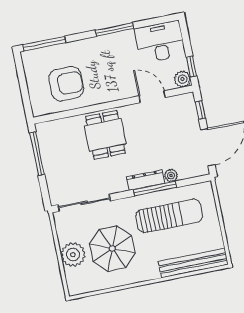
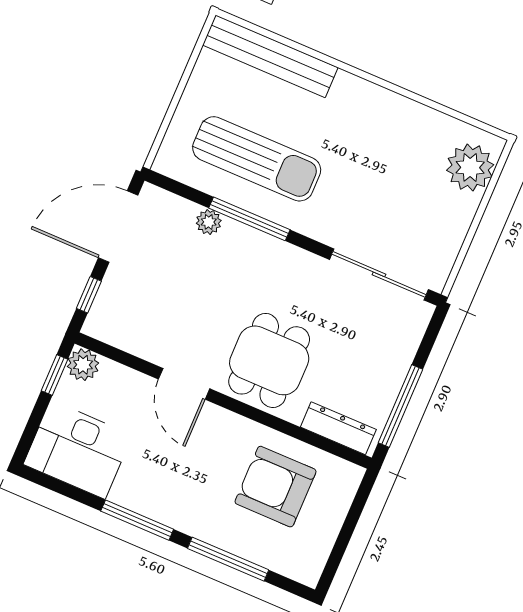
window: (44, 44) -> (228, 559), moved
door: (152, 97) -> (184, 384), moved
dresser: (146, 180) -> (338, 428), moved, turned 180
sun lounger: (169, 216) -> (257, 159), turned 180
parasol: (112, 248) -> (384, 170), removed
plant: (73, 255) -> (470, 167), moved

